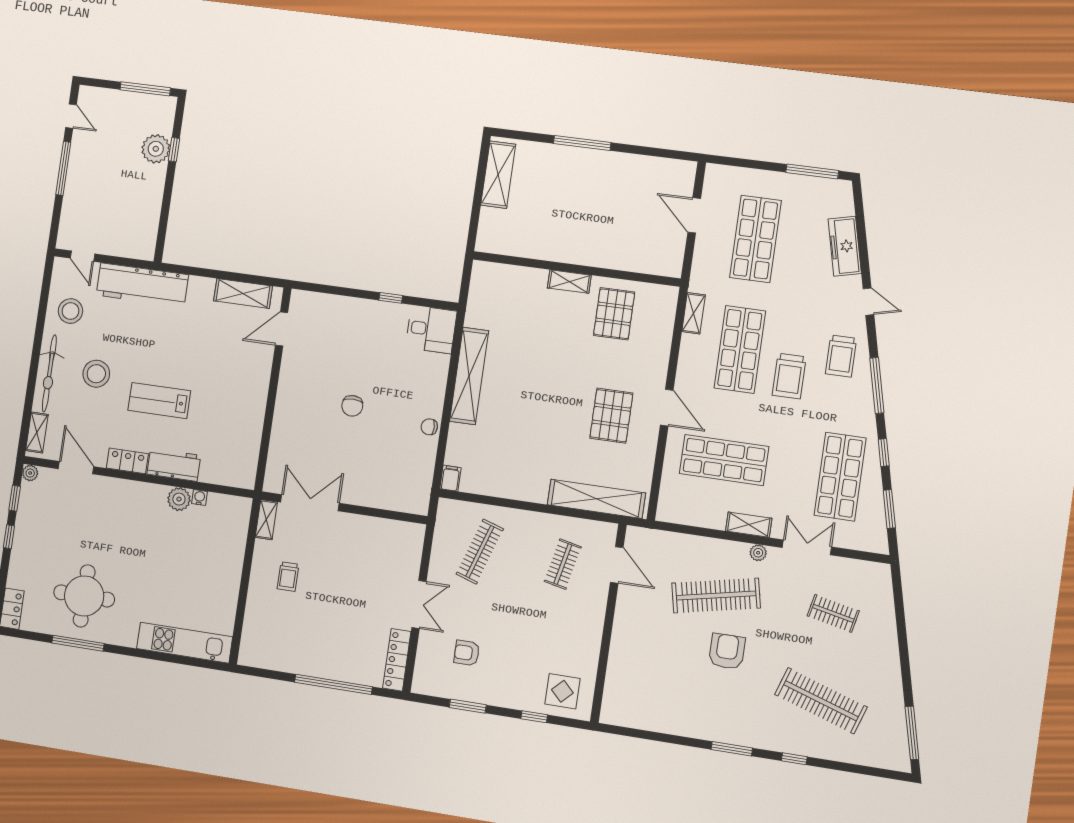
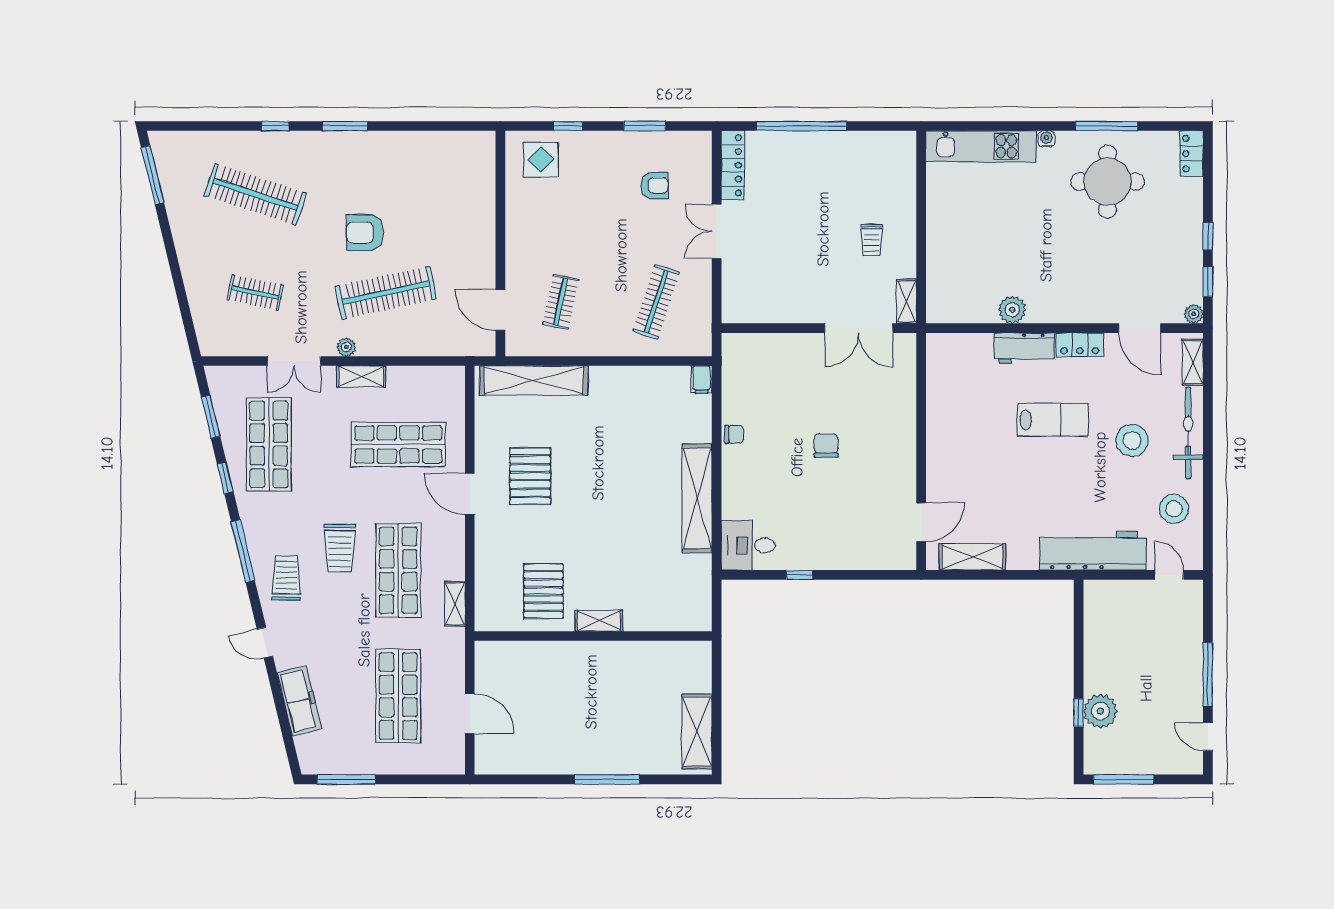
trolley: (789, 376) -> (340, 548), turned 180
water cooler: (200, 498) -> (1046, 139), moved, turned 180
trolley: (288, 577) -> (872, 240), turned 180
armchair: (727, 651) -> (365, 233), turned 90

